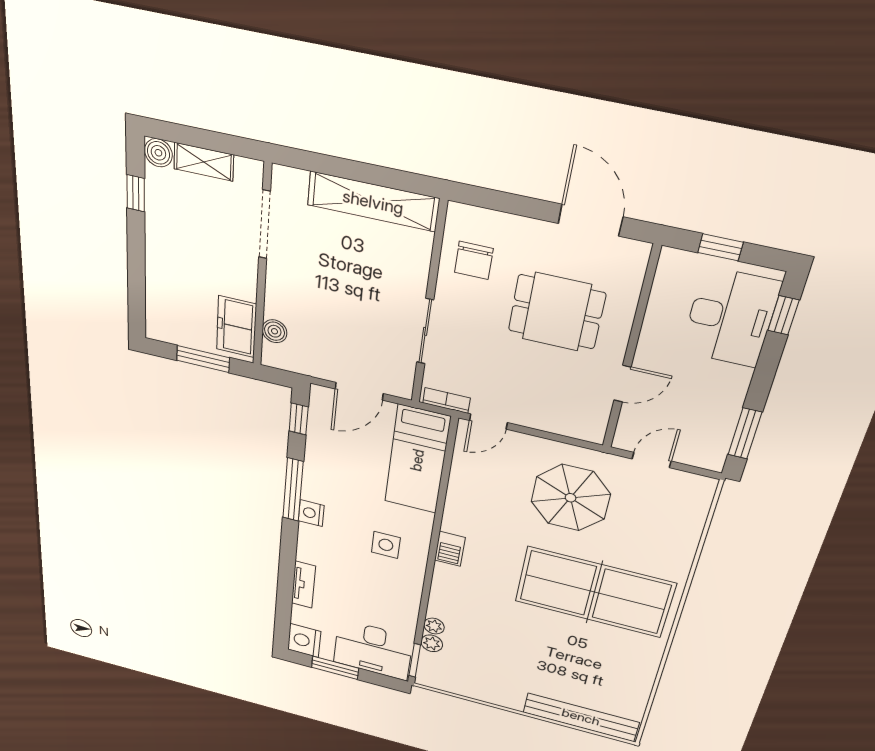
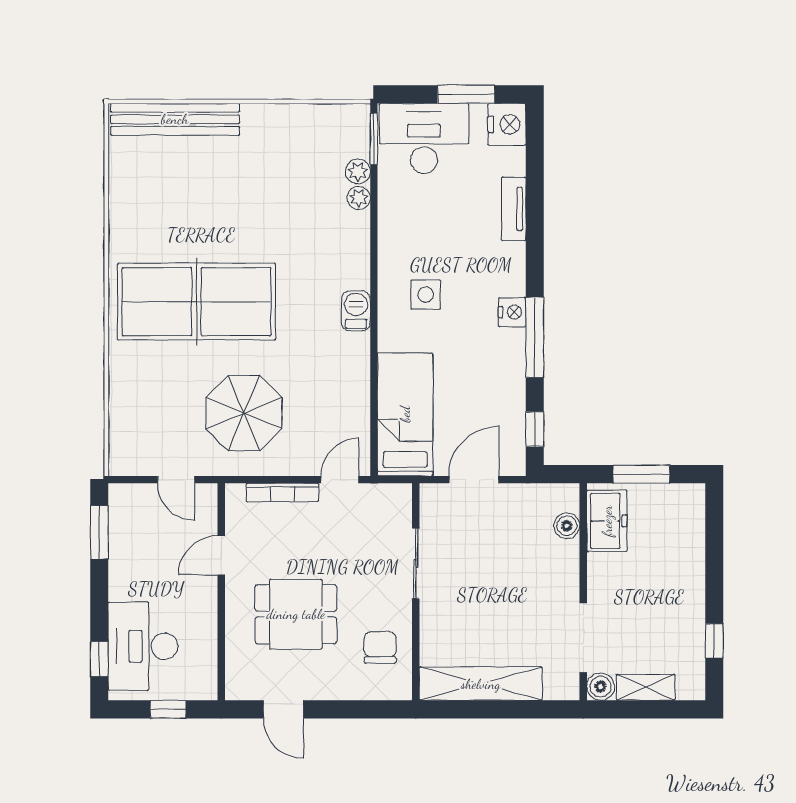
boiler: (158, 153) -> (601, 687), moved
door: (590, 220) -> (283, 709), width x0.73
bookcase: (446, 401) -> (282, 492), moved, width x1.56
door: (652, 460) -> (176, 480), hinge flipped

